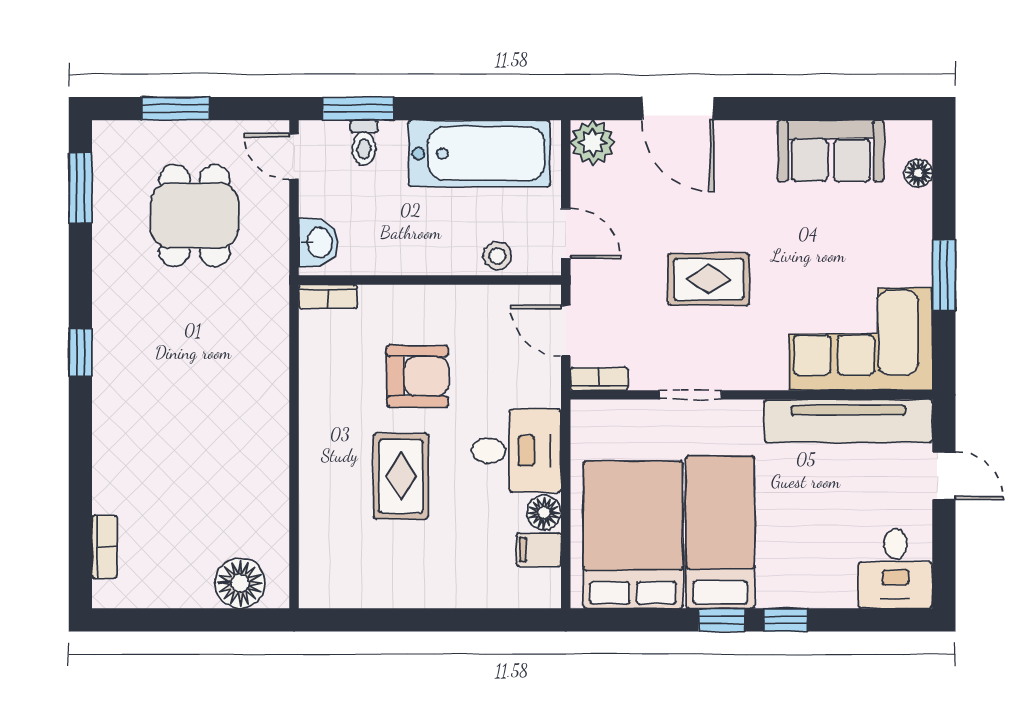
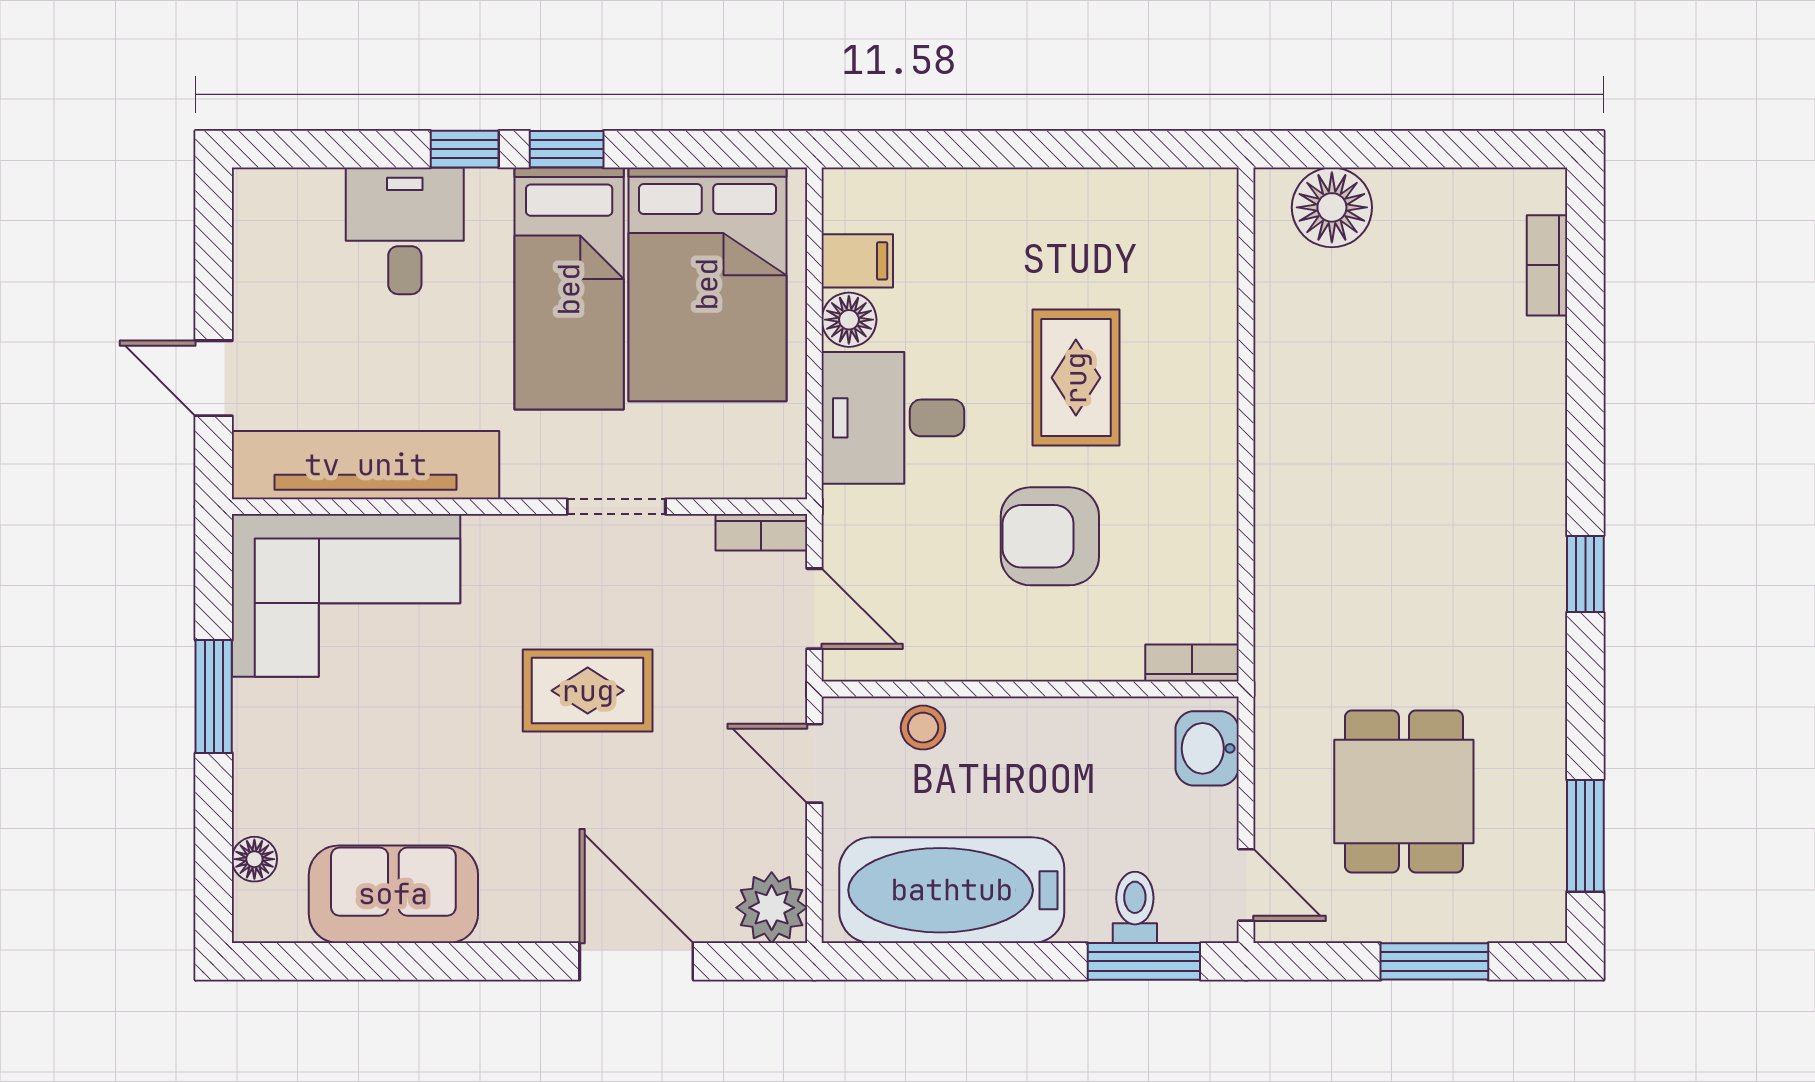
desk: (895, 569) -> (405, 231), moved

